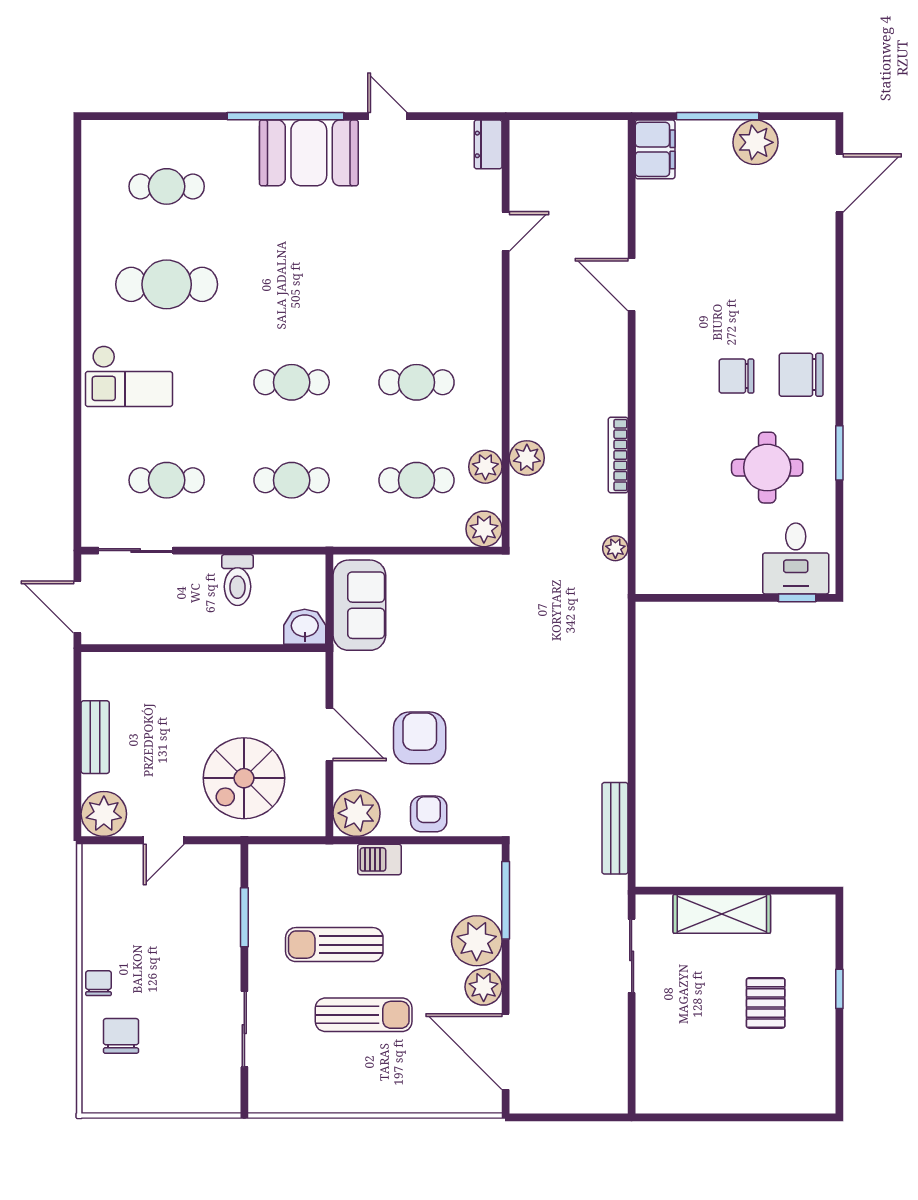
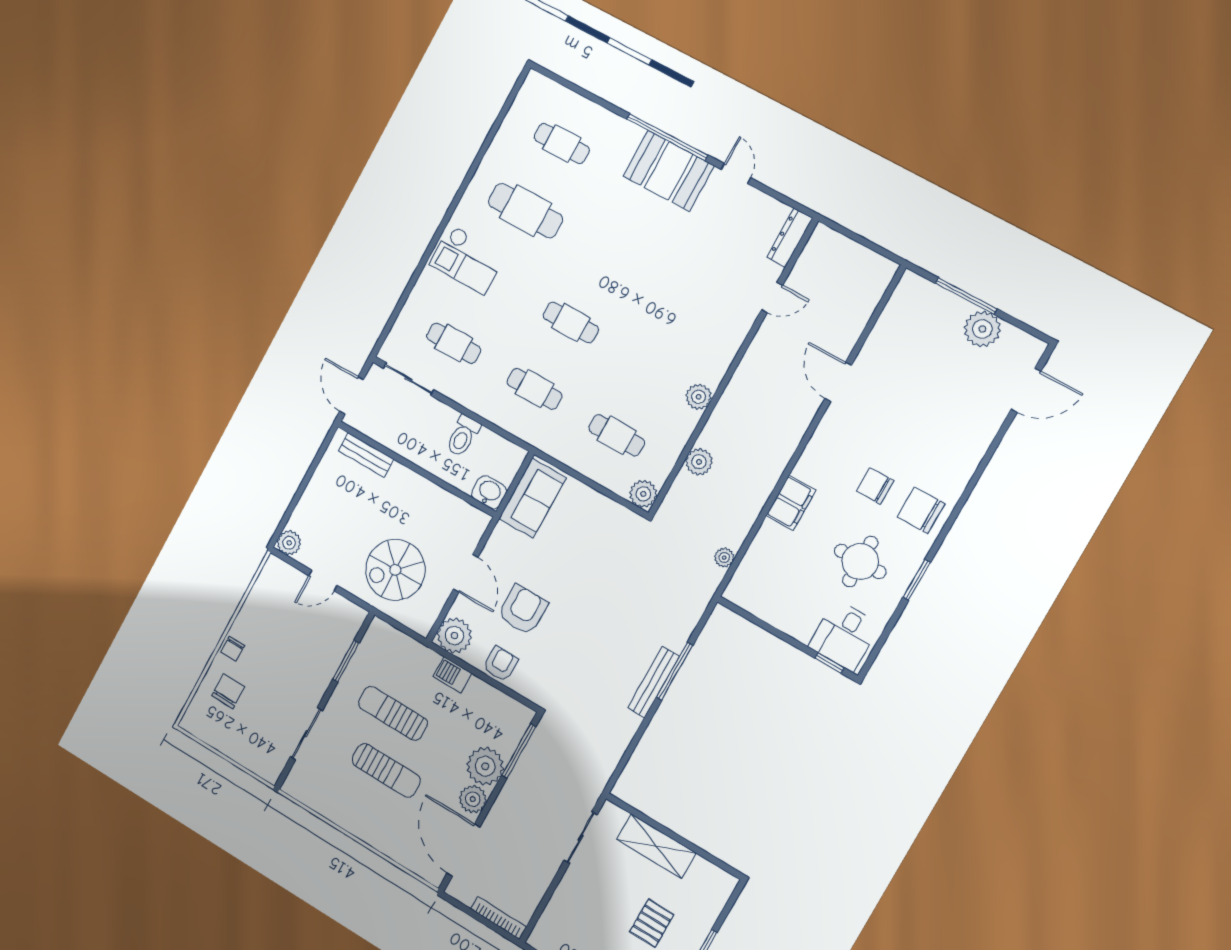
dresser: (488, 144) -> (790, 238), width x1.44
filing cabinet: (655, 149) -> (791, 503), moved
cafe table: (416, 382) -> (654, 368), removed
bookcase: (618, 455) -> (499, 918), moved, turned 90
plant: (485, 467) -> (699, 397), moved
window: (632, 706) -> (675, 671), added
bench: (95, 737) -> (366, 455), moved, turned 90
plant: (104, 814) -> (289, 543), width x0.73, depth x0.73
bench: (615, 828) -> (654, 682), moved
chair: (99, 983) -> (233, 649), turned 180

